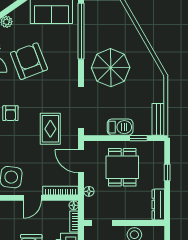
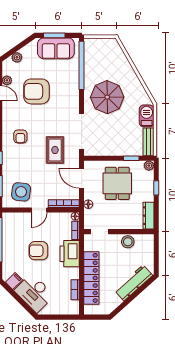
armchair: (29, 61) -> (36, 91), turned -69
barbecue: (120, 127) -> (147, 116), moved, turned -90
plant: (159, 147) -> (149, 166), added

